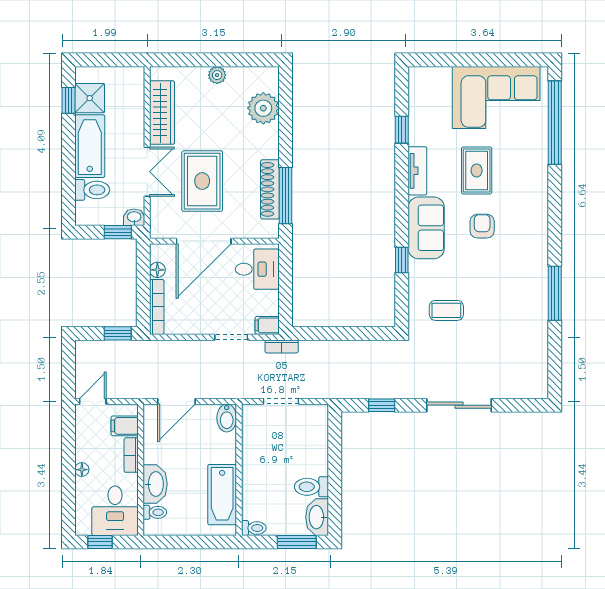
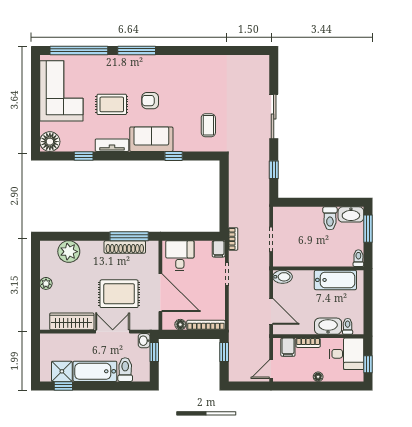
floor lamp: (423, 81) -> (50, 142), added
window: (555, 293) -> (137, 50), moved
door: (93, 401) -> (271, 369), hinge flipped

